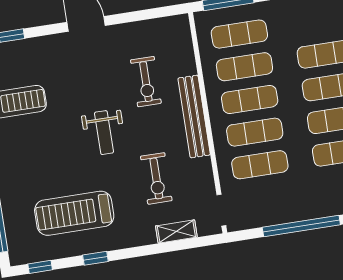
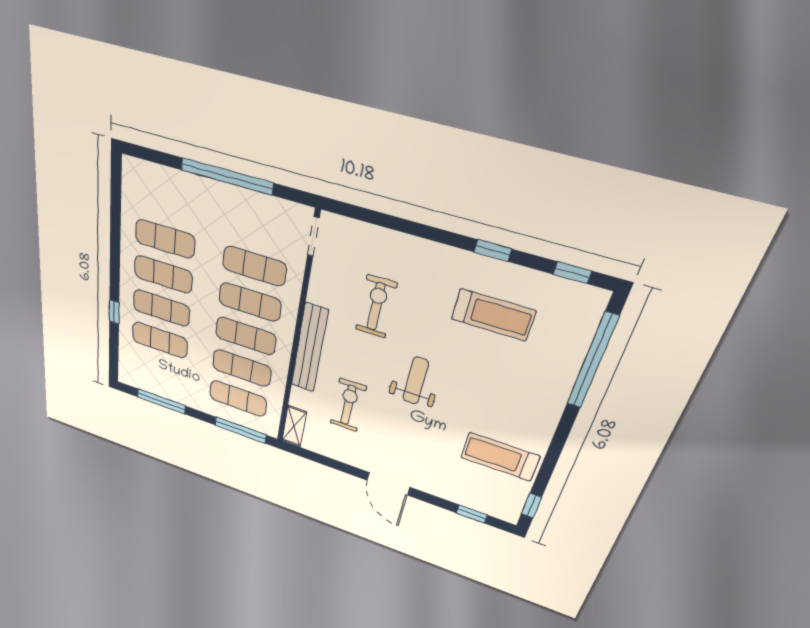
treadmill: (74, 213) -> (493, 315), width x0.73, depth x0.73
shelving: (176, 232) -> (294, 426), moved, turned 90

